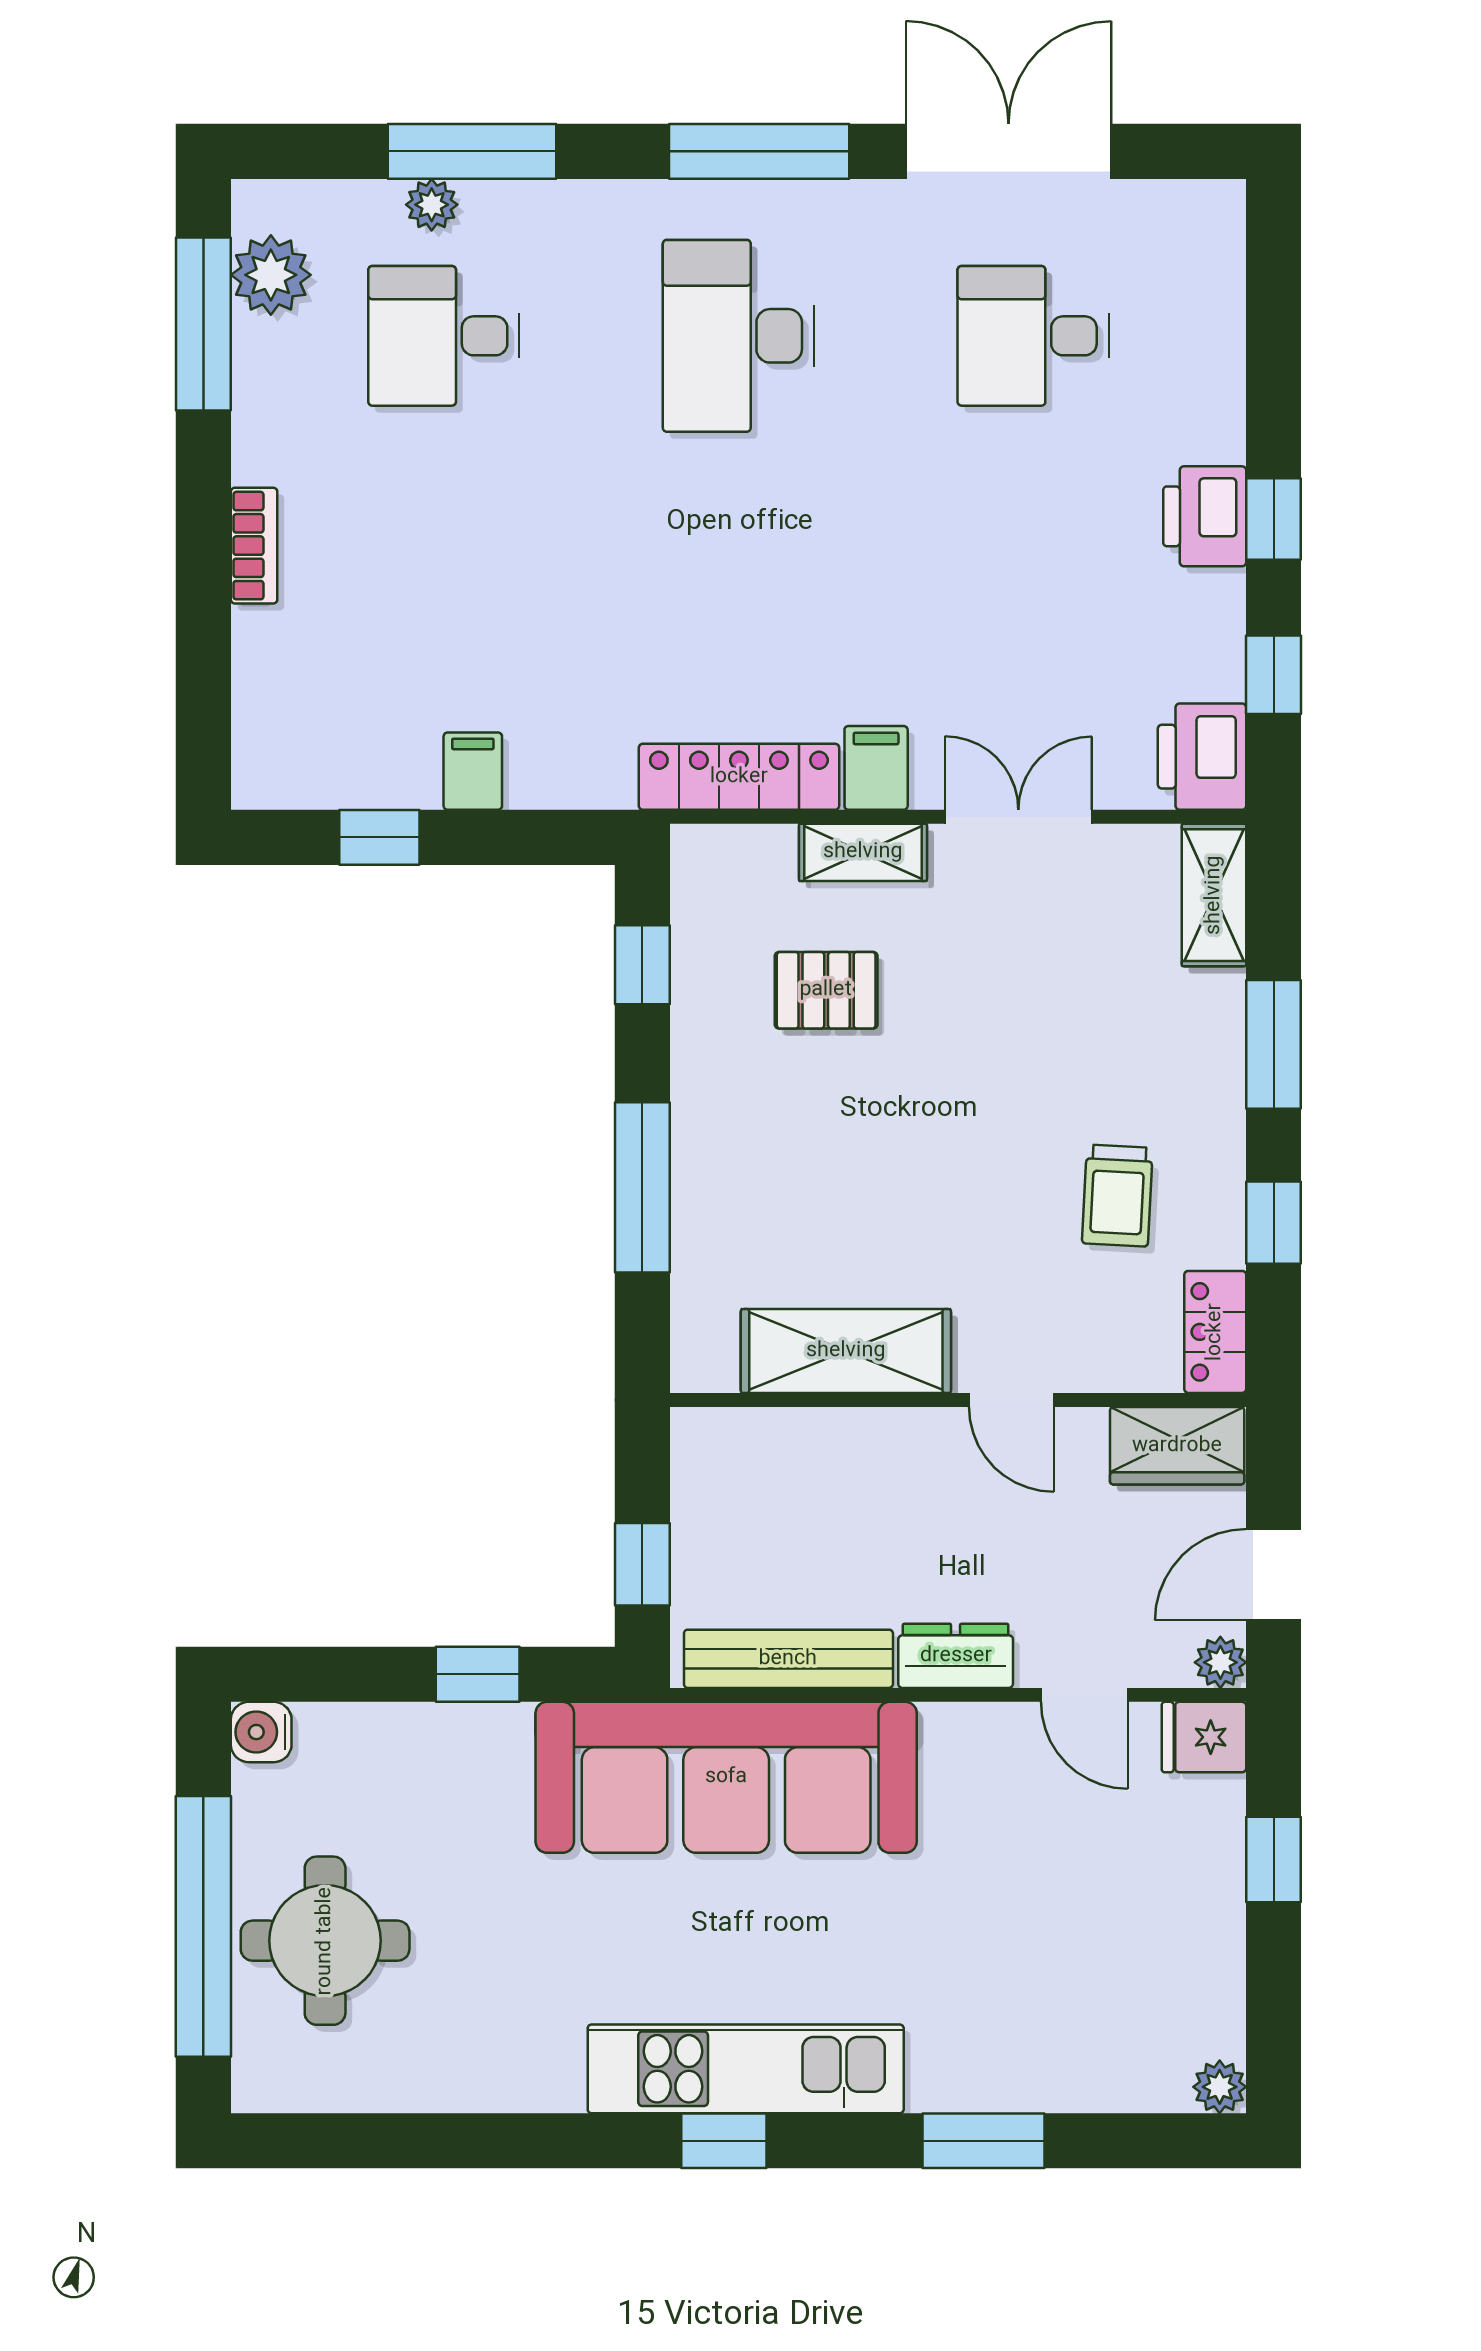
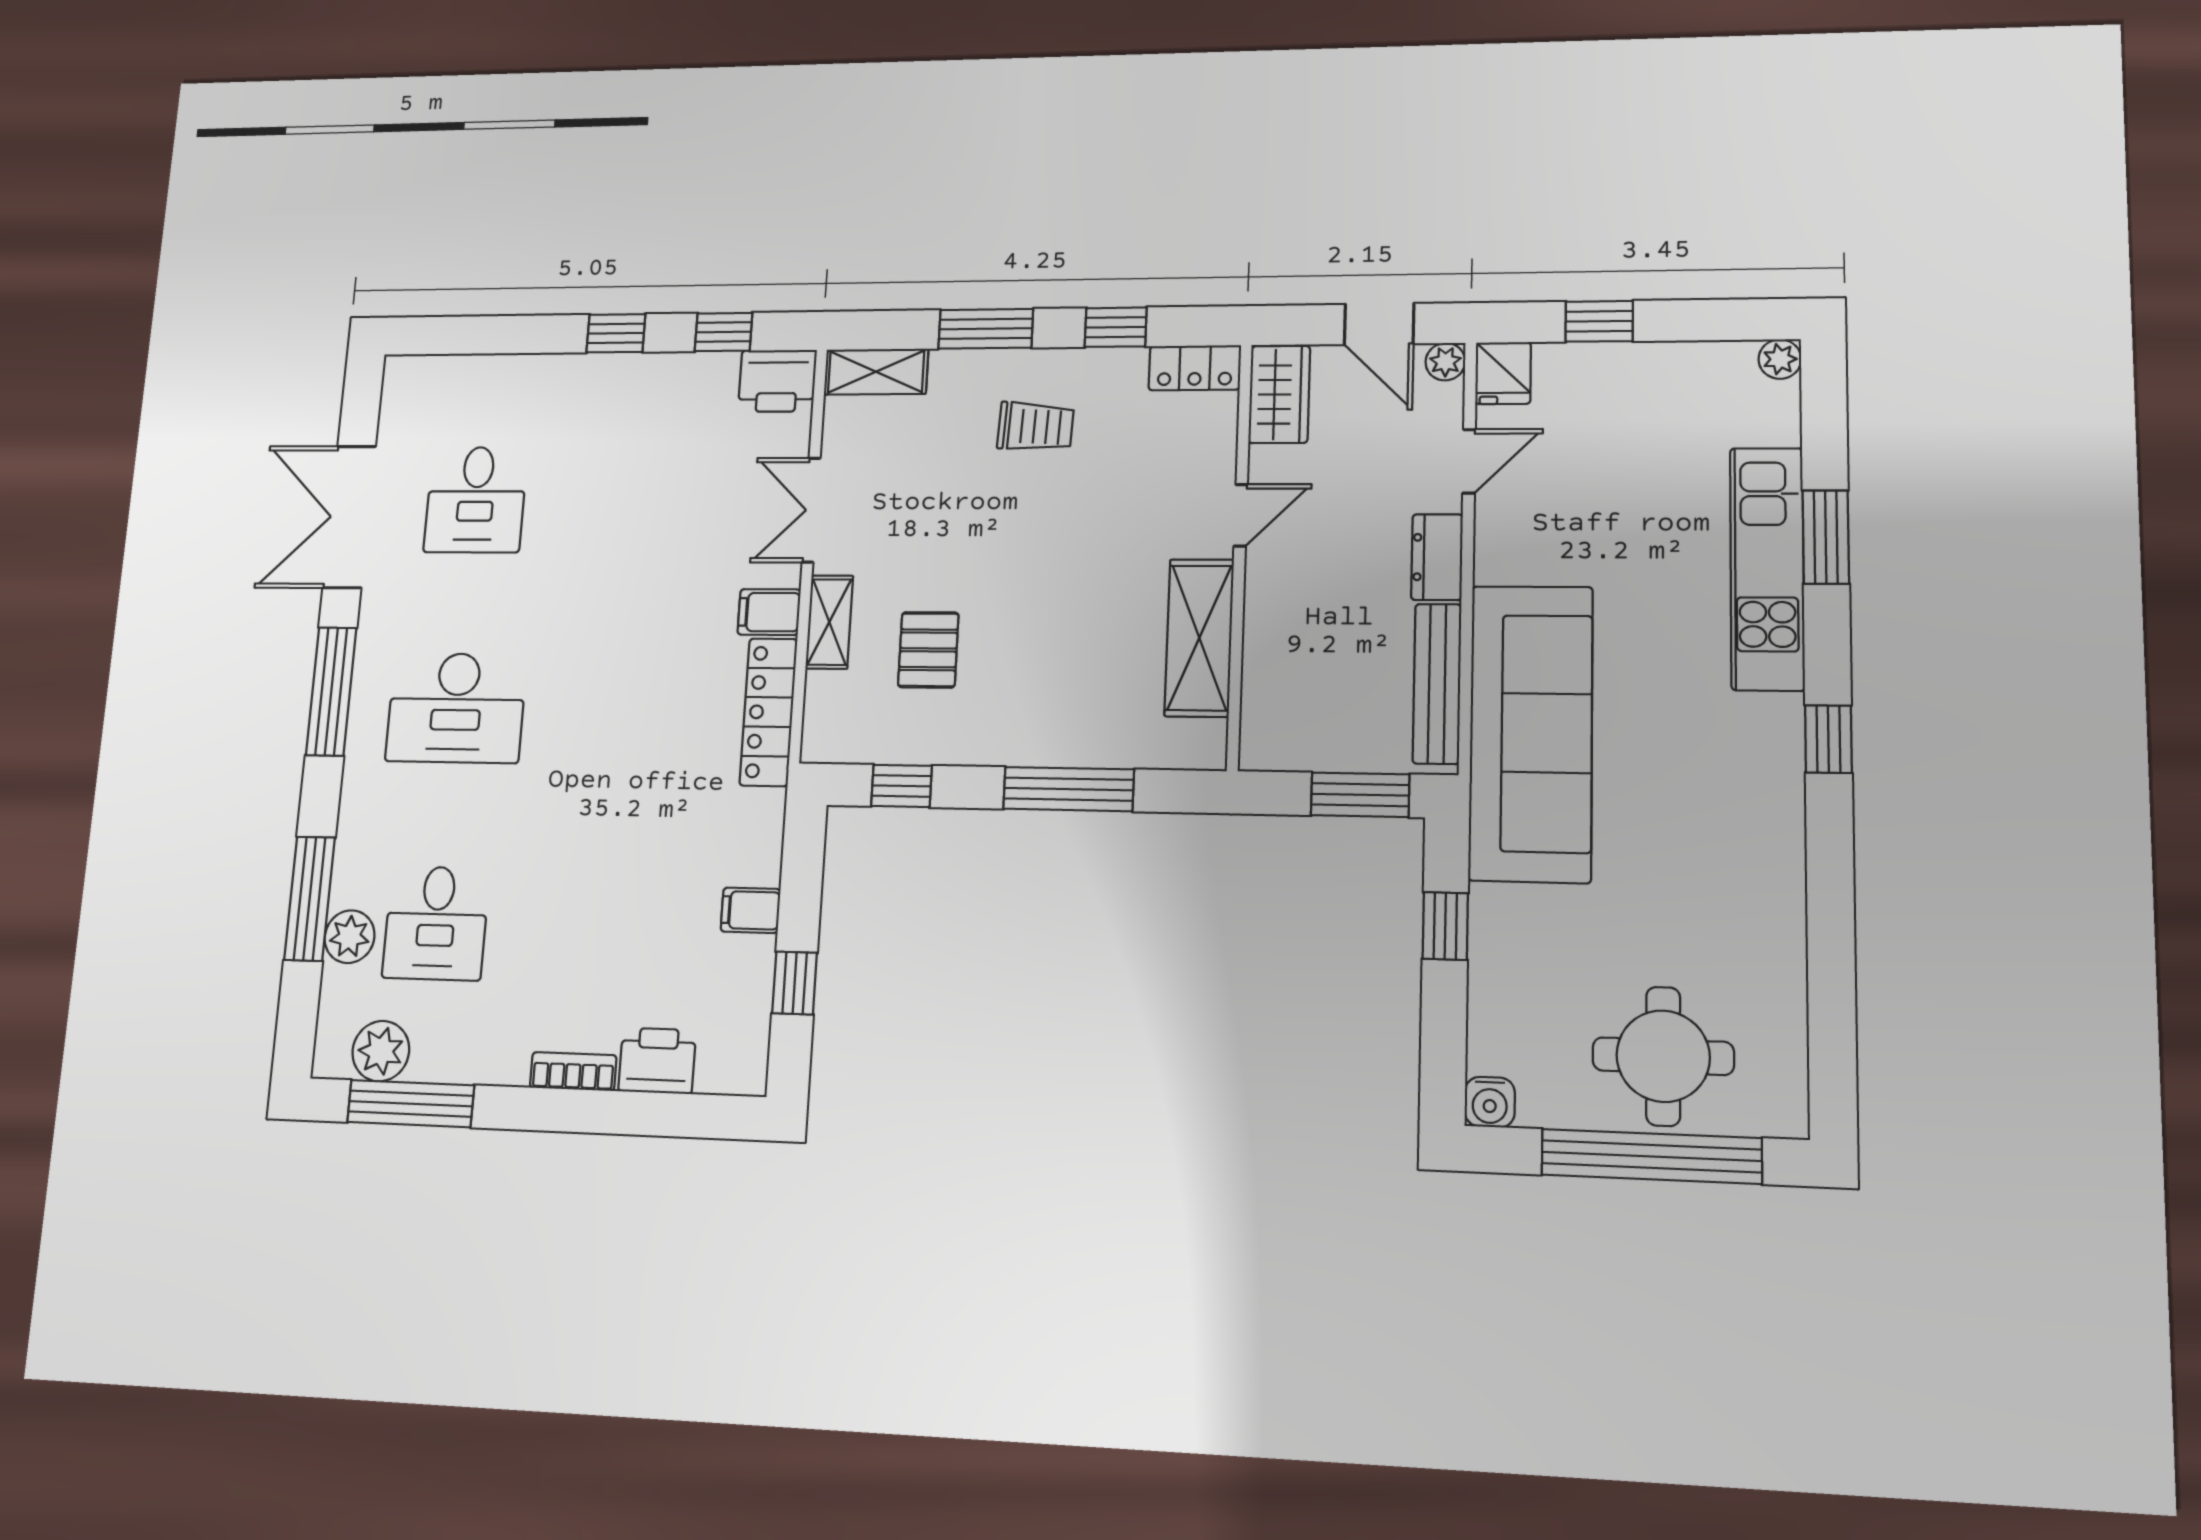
plant: (432, 205) -> (350, 937), width x1.38, depth x1.38
printer: (1205, 516) -> (657, 1061), moved, turned 180
trolley: (1117, 1196) -> (1035, 426), moved
window: (642, 1564) -> (1360, 795), width x1.50
kitchen unit: (746, 2069) -> (1767, 568), moved

